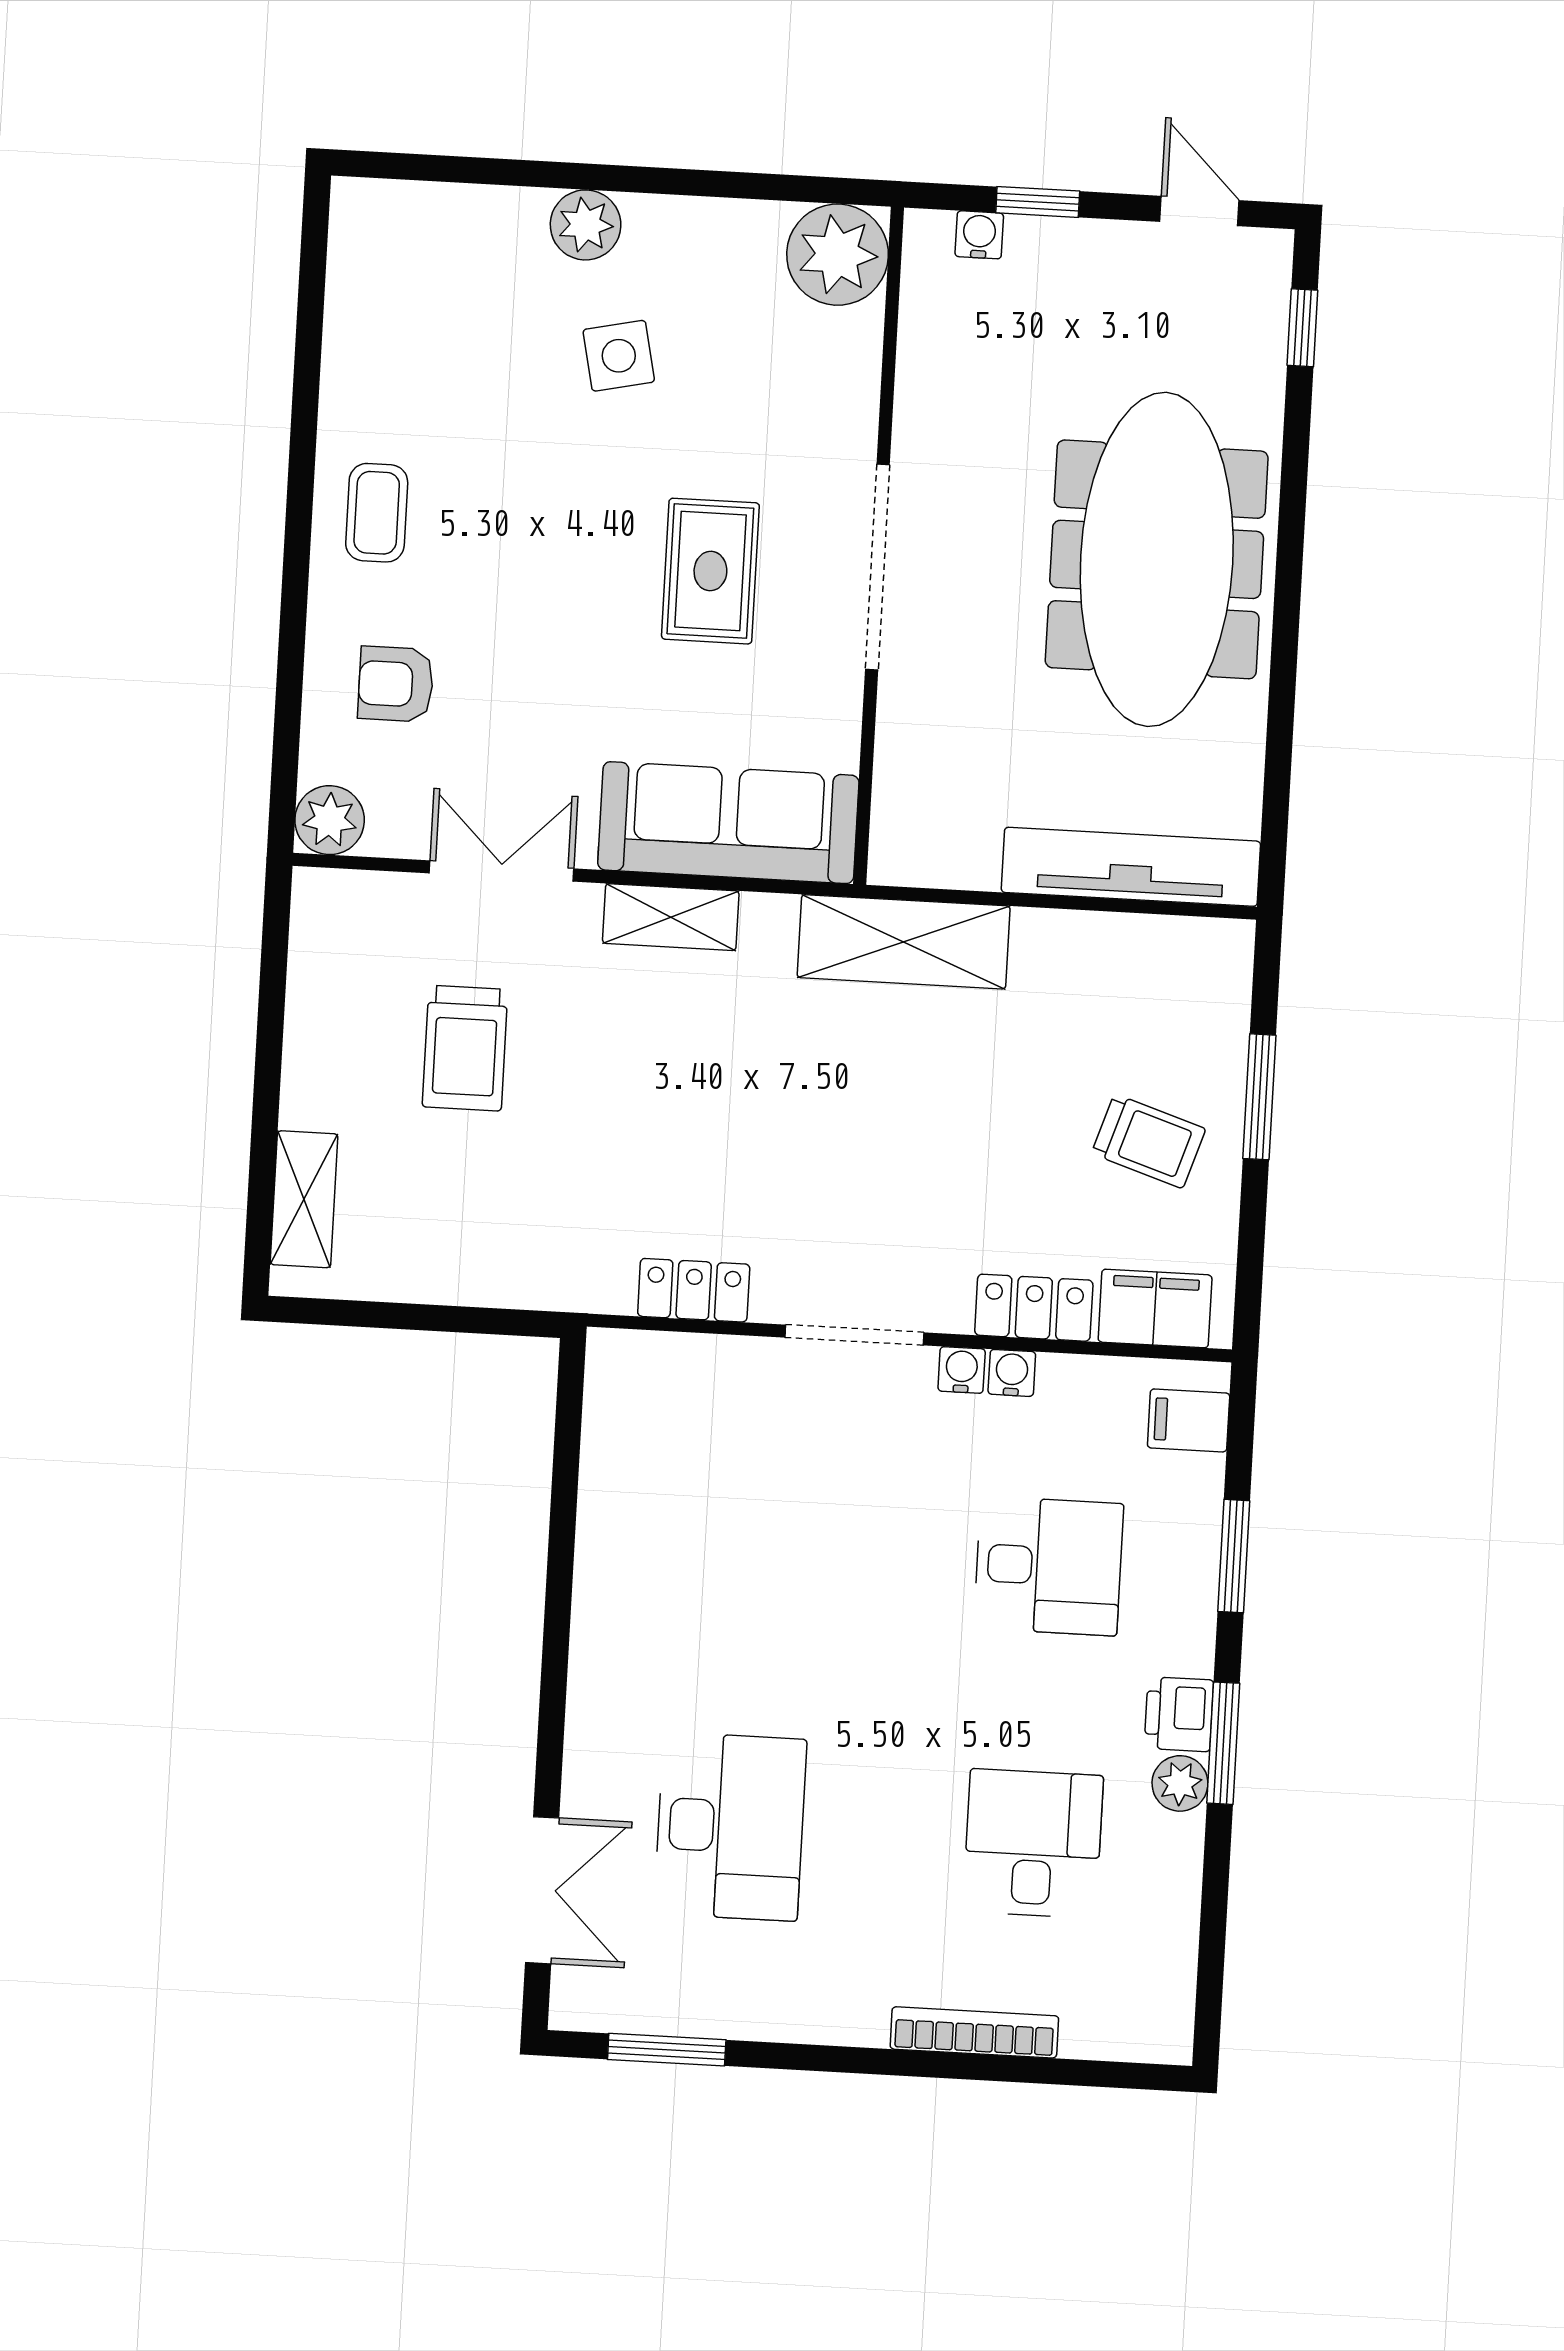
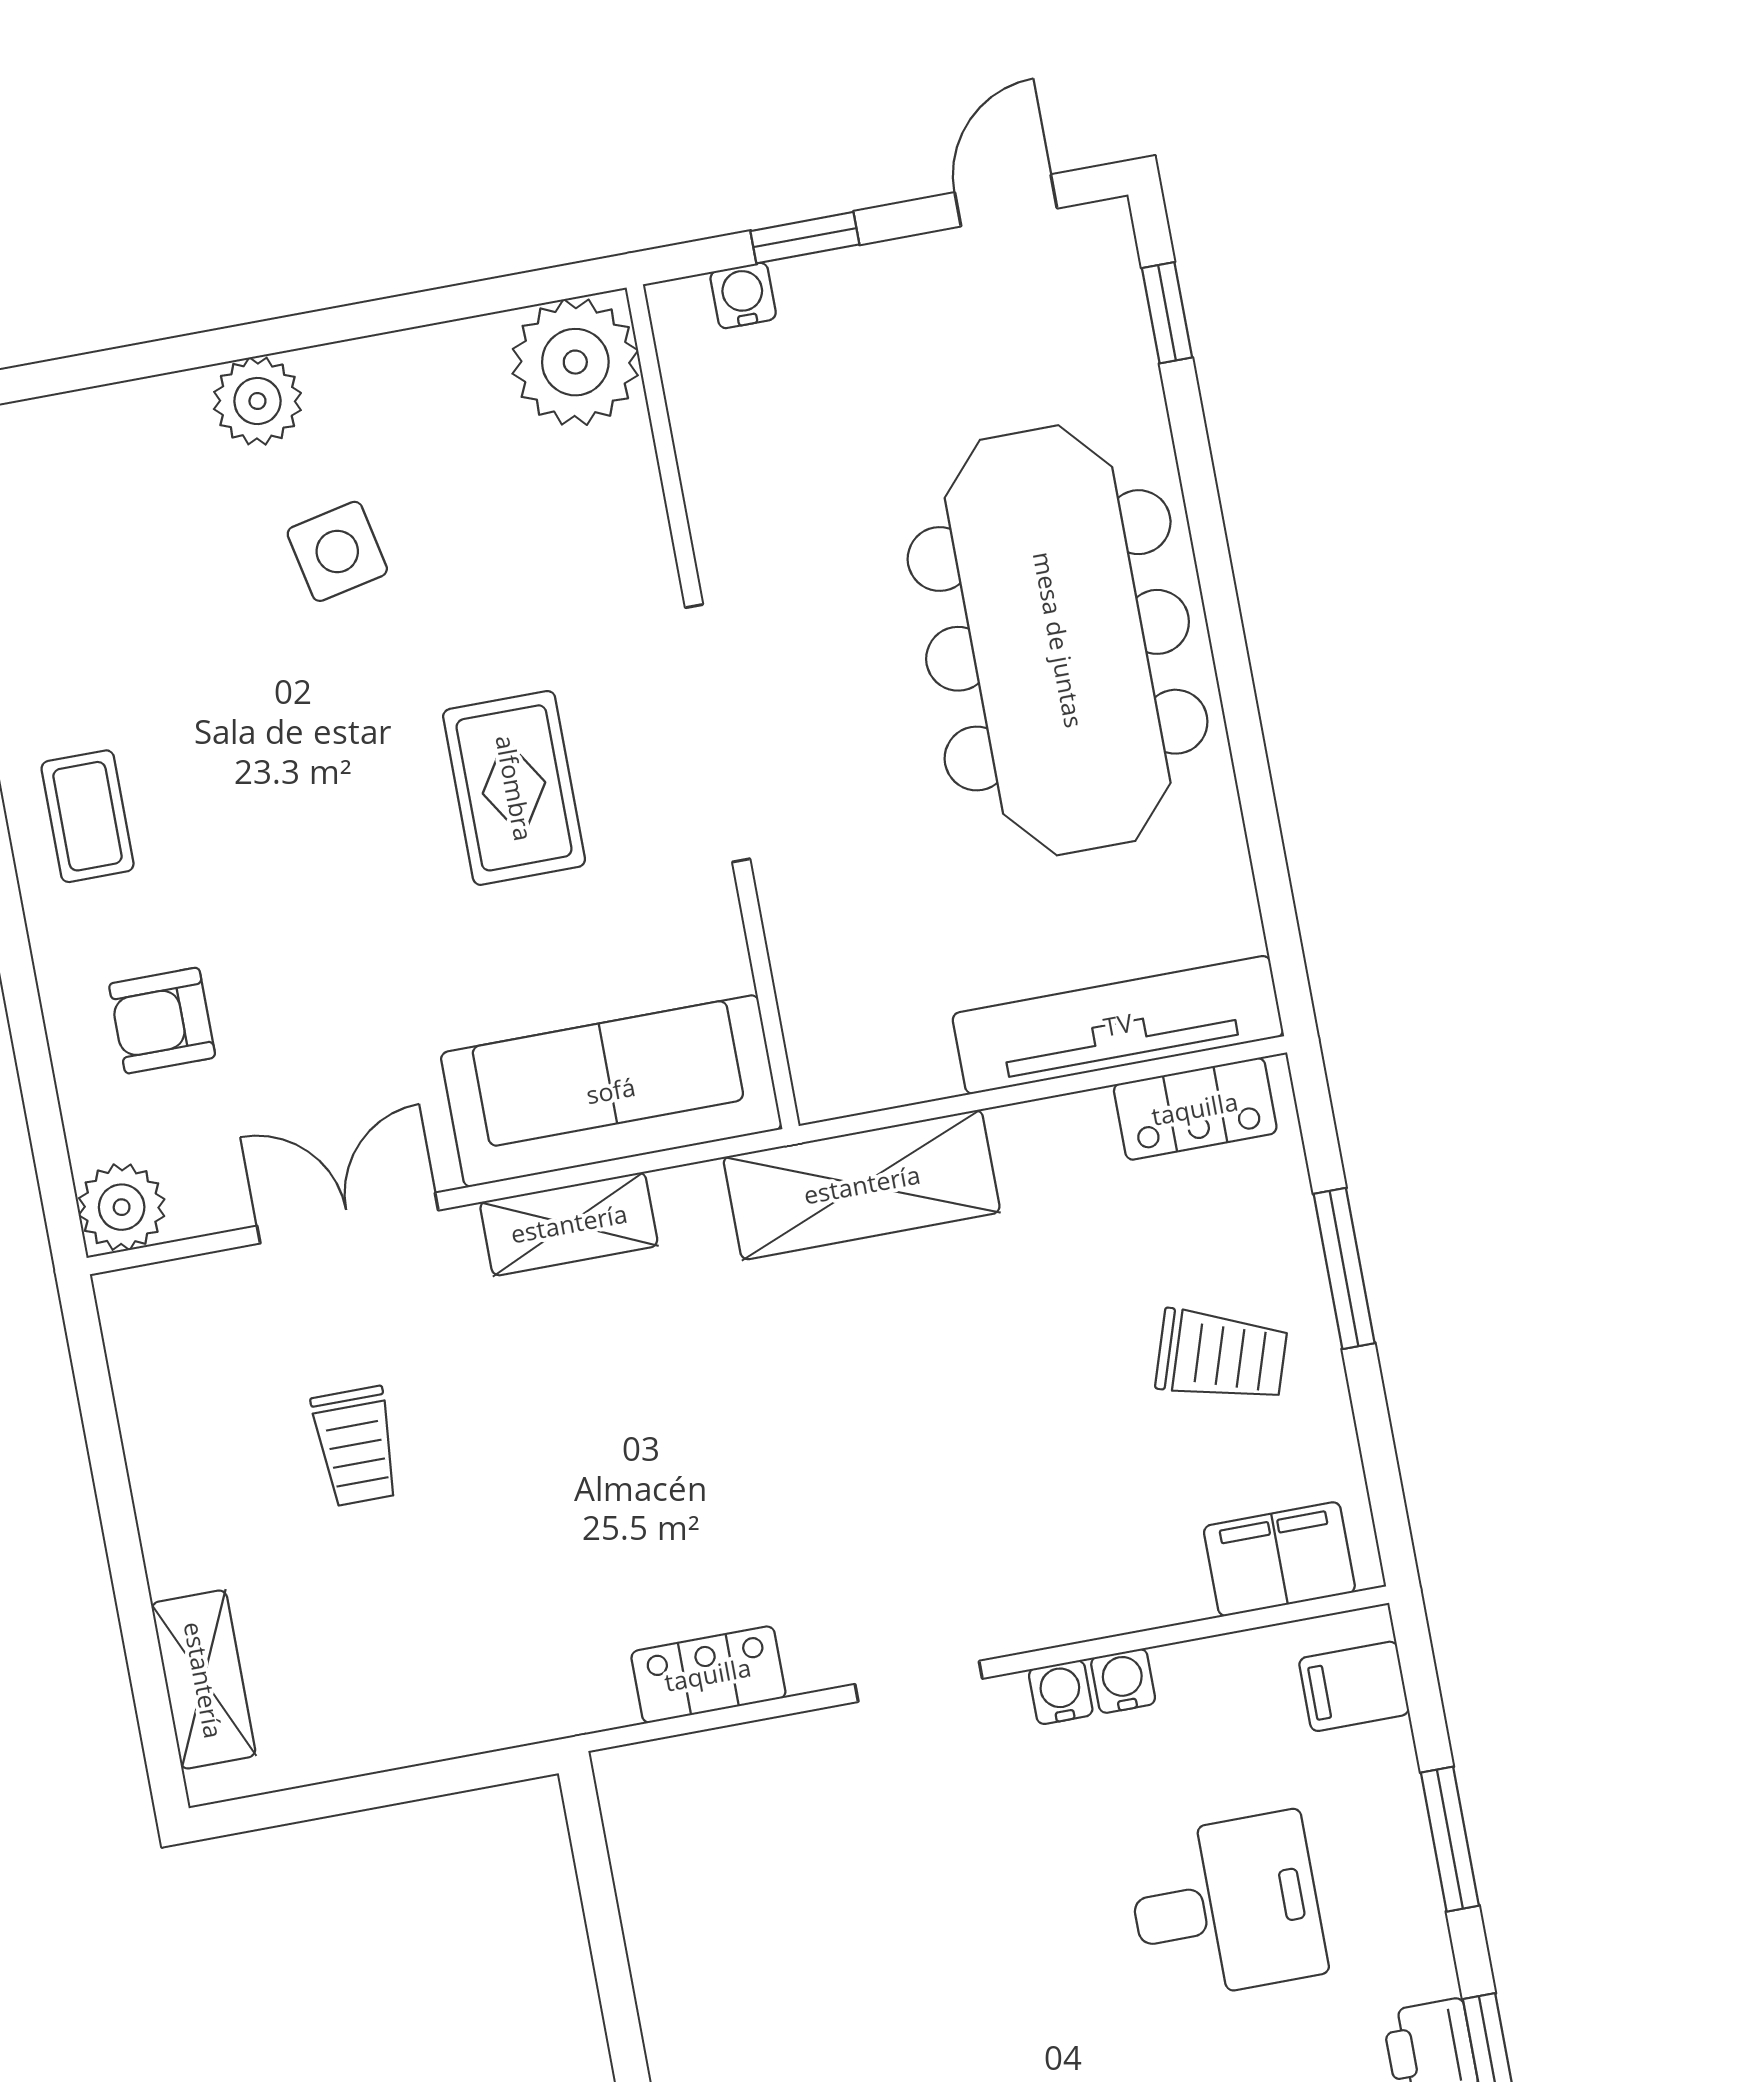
door: (1199, 211) -> (1006, 200), hinge flipped
trolley: (465, 1048) -> (356, 1446), width x0.73, depth x0.72
locker: (1034, 1308) -> (1195, 1109), moved, turned 180
doorway: (854, 1335) -> (919, 1681), width x0.73

